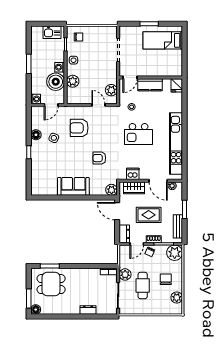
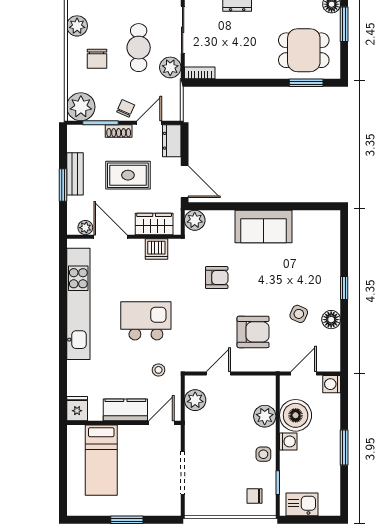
bed: (163, 40) -> (101, 460), moved, turned 90
door: (98, 105) -> (218, 373), swing flipped
bench: (178, 226) -> (75, 174), moved

